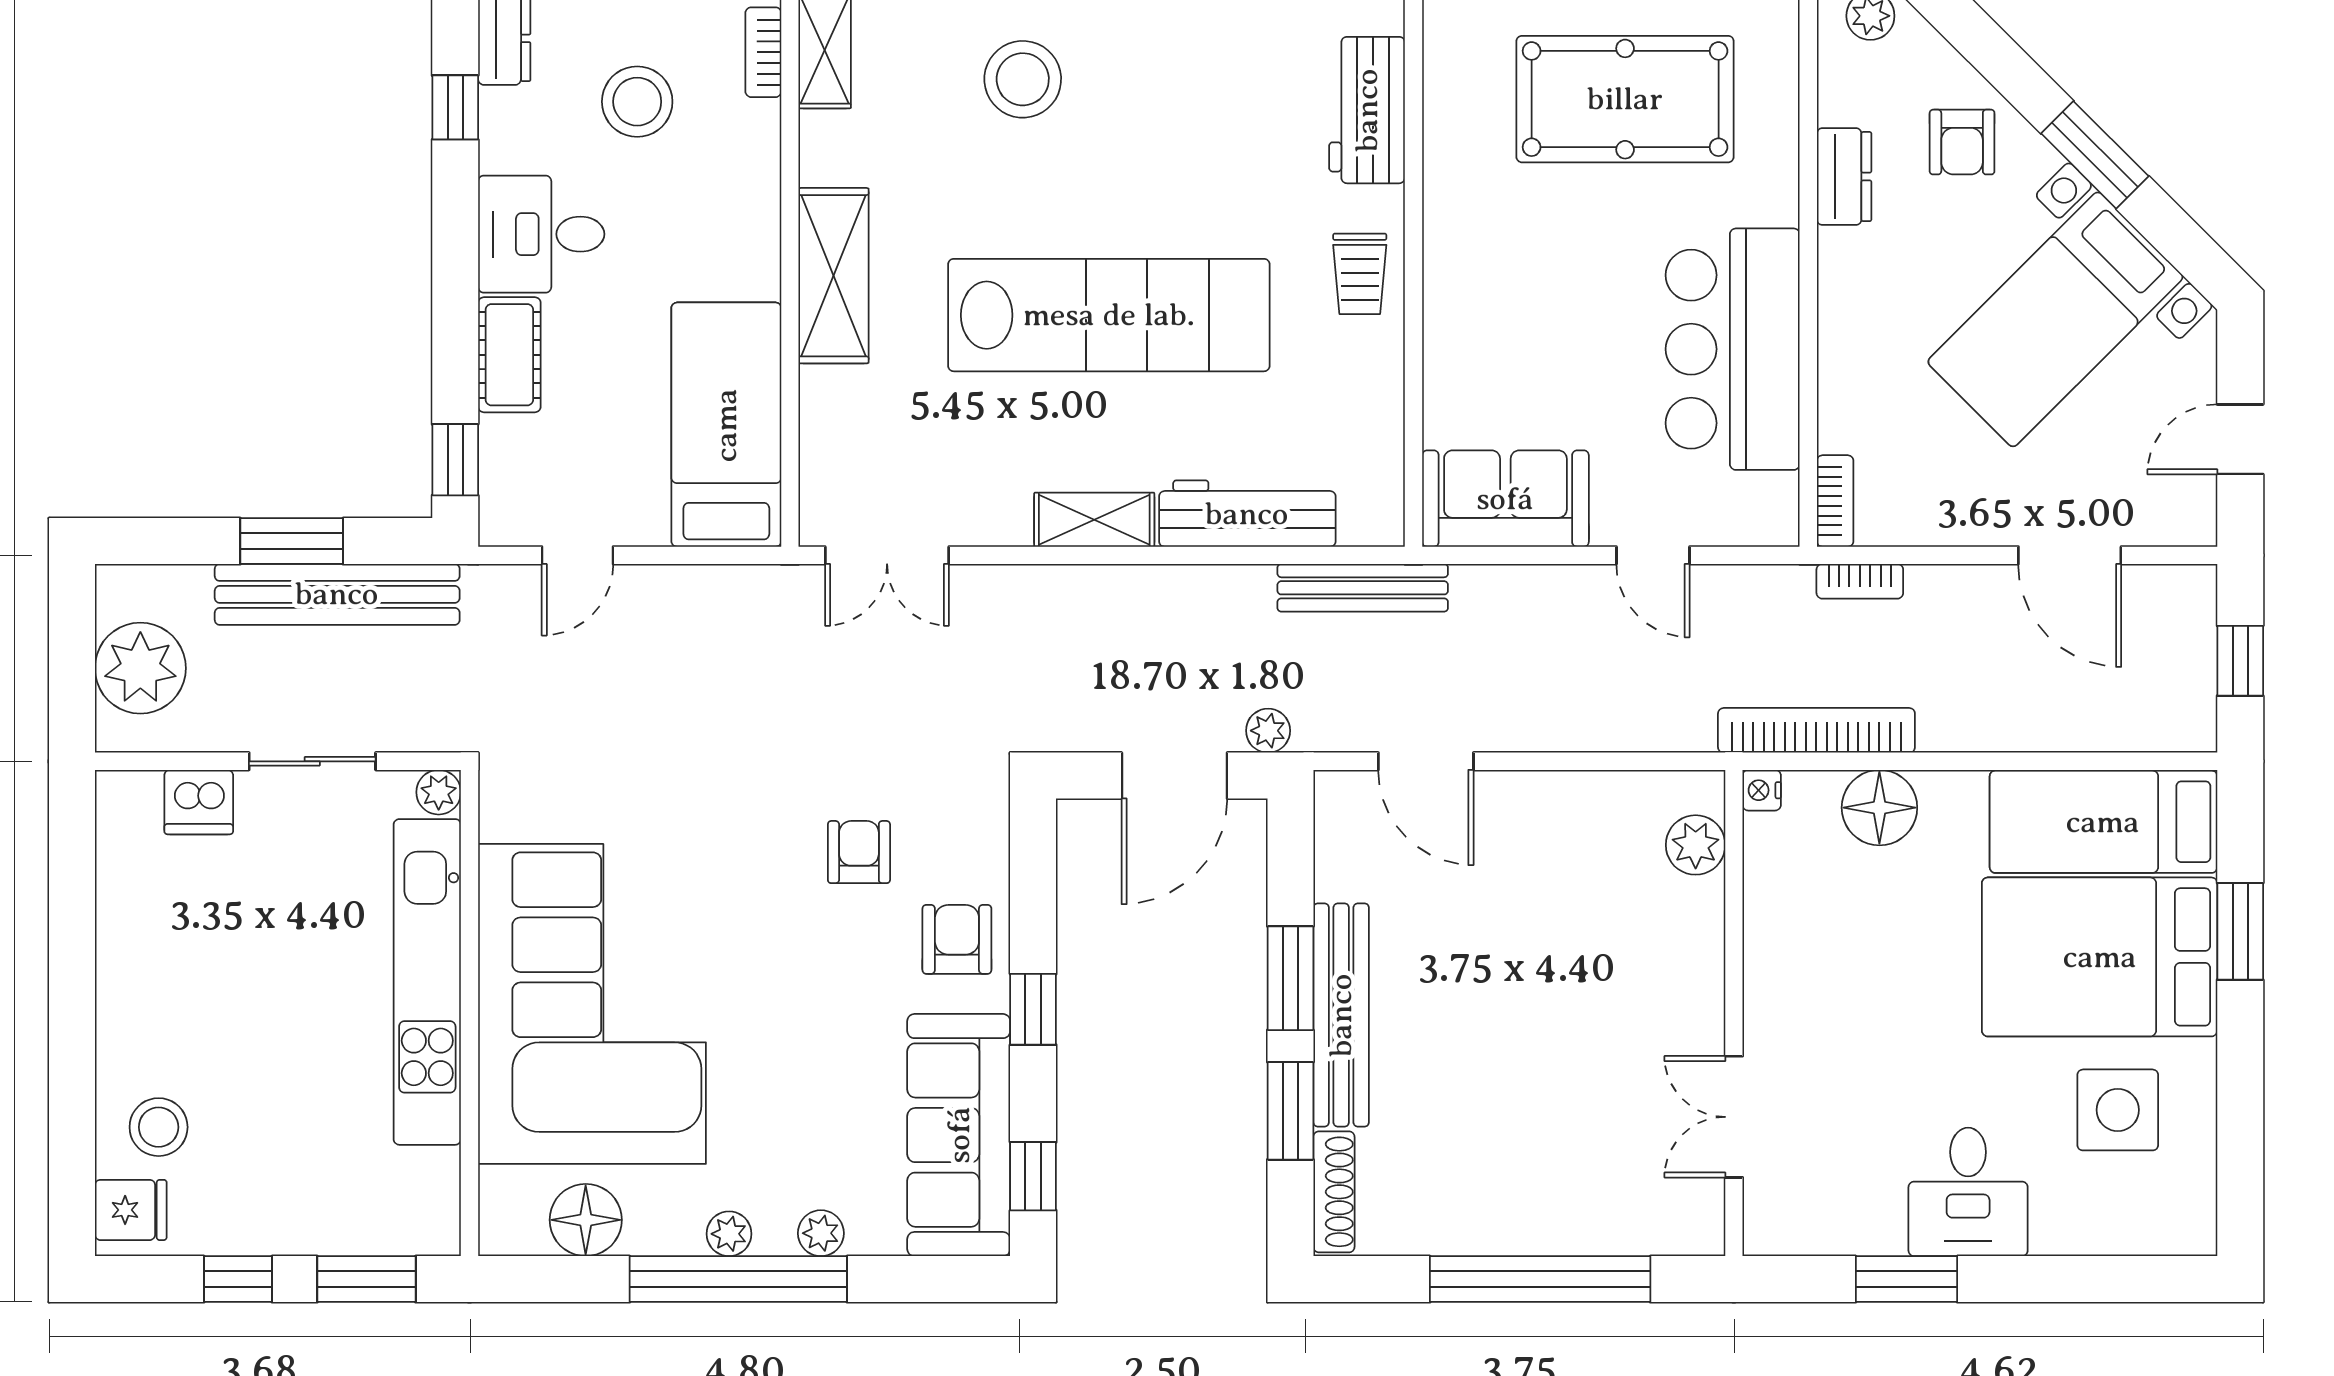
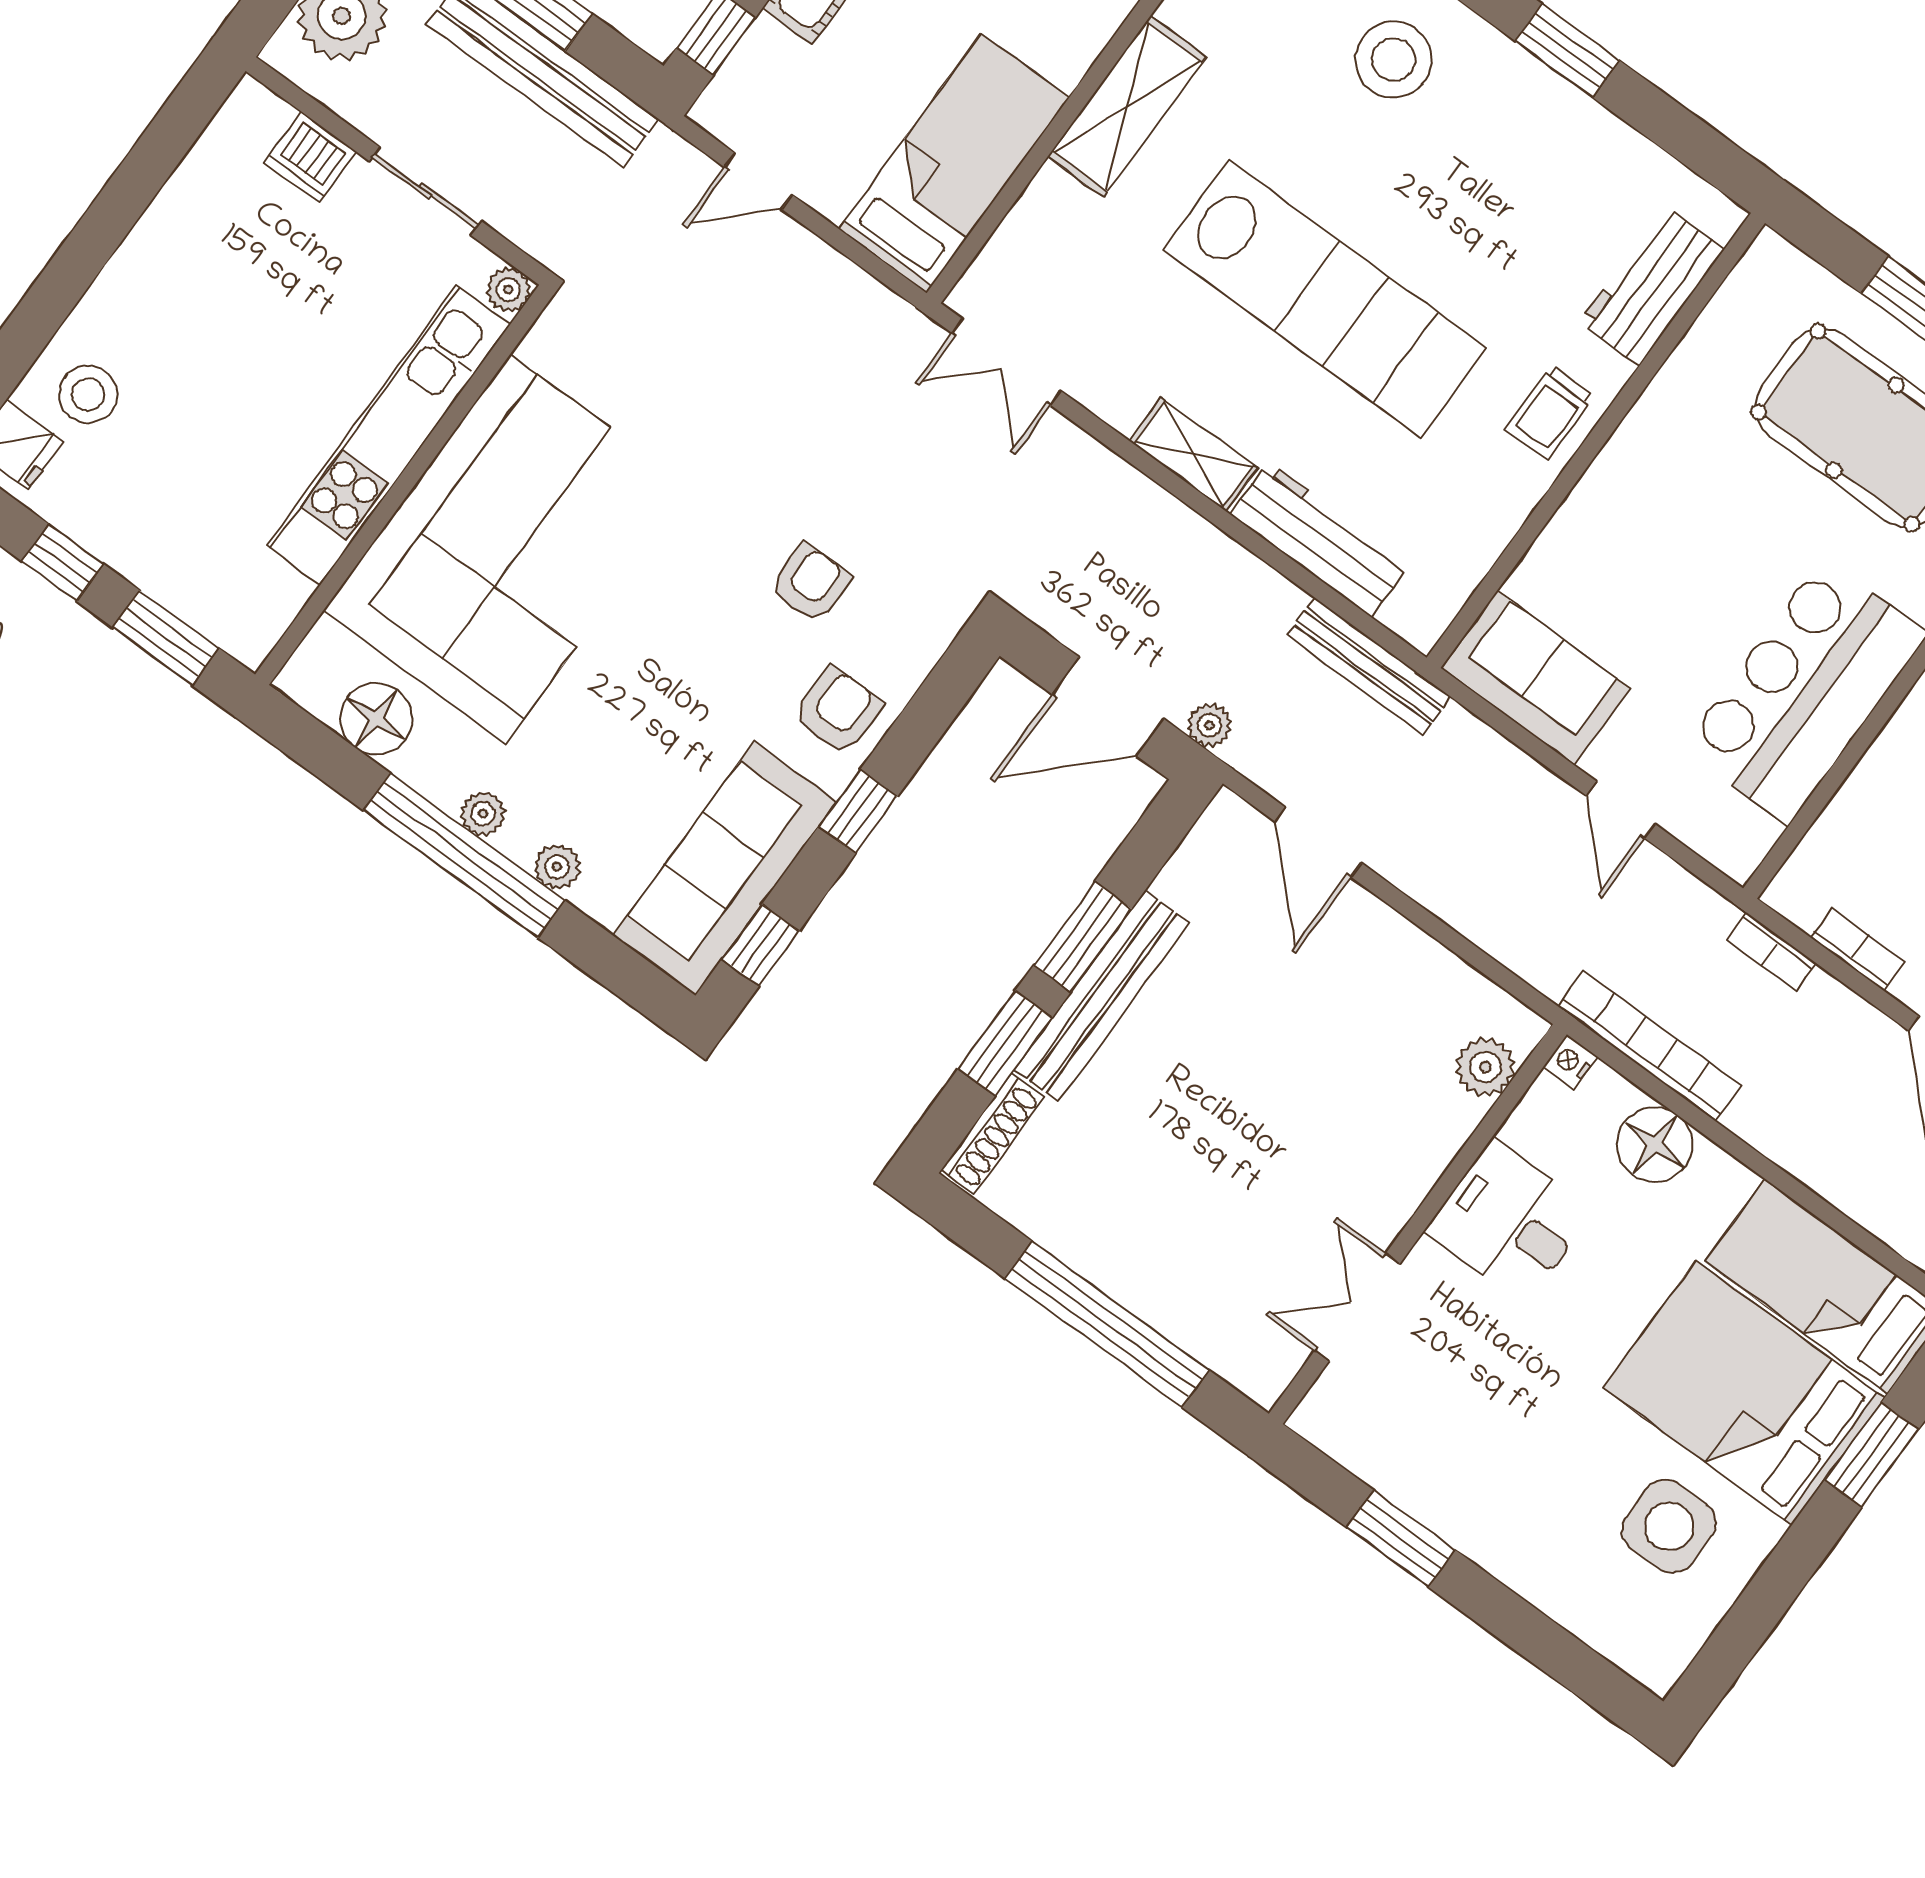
bookcase: (1835, 501) -> (1857, 950), moved, turned -90
desk: (1968, 1192) -> (1509, 1221), moved, turned 90

